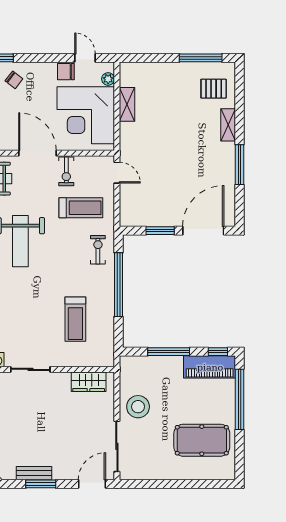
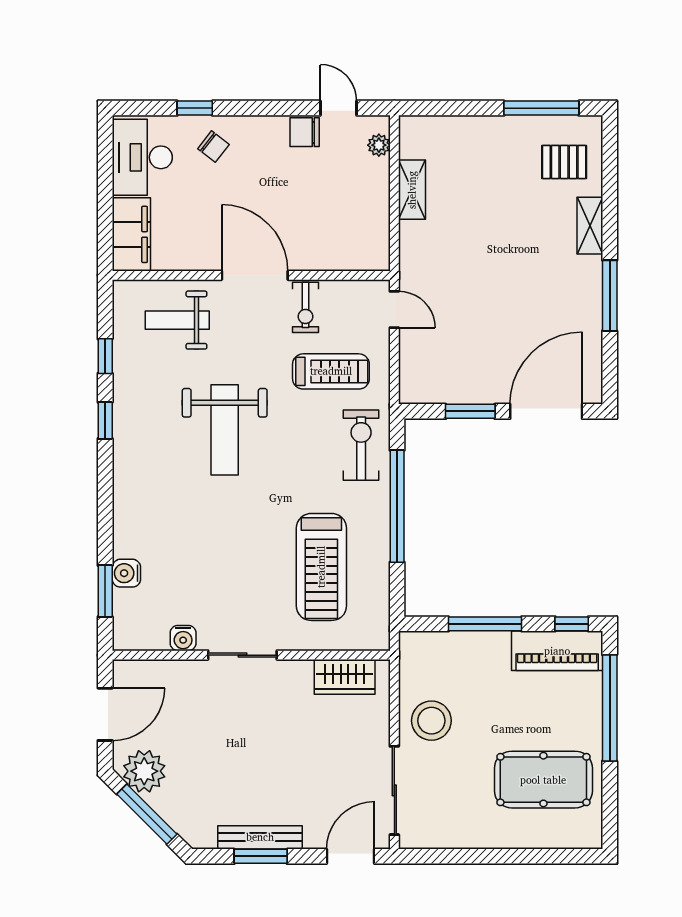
corner desk: (86, 115) -> (340, 209), removed
exercise bike: (98, 250) -> (361, 445), width x1.38, depth x1.39
treadmill: (75, 319) -> (321, 567), width x1.37, depth x1.38
bench: (34, 473) -> (260, 837), width x1.36

